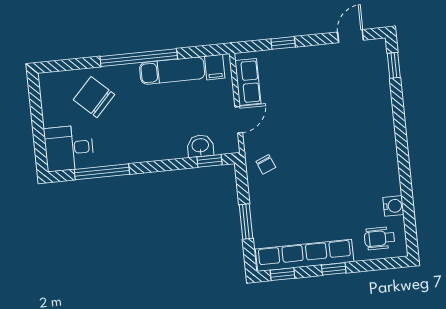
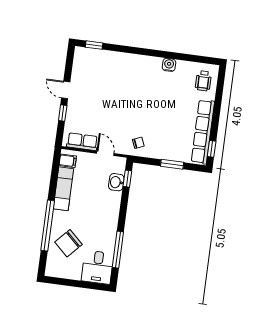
door: (351, 36) -> (66, 90), moved
window: (139, 58) -> (48, 226), moved
water cooler: (393, 206) -> (169, 65), moved
window: (334, 269) -> (216, 115), removed

